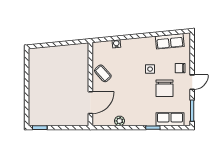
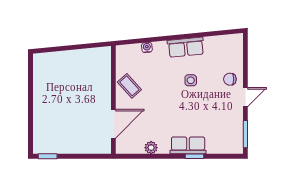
row of seats: (170, 41) -> (186, 47), moved
chair: (165, 88) -> (209, 105), removed
row of seats: (170, 119) -> (188, 145), moved

